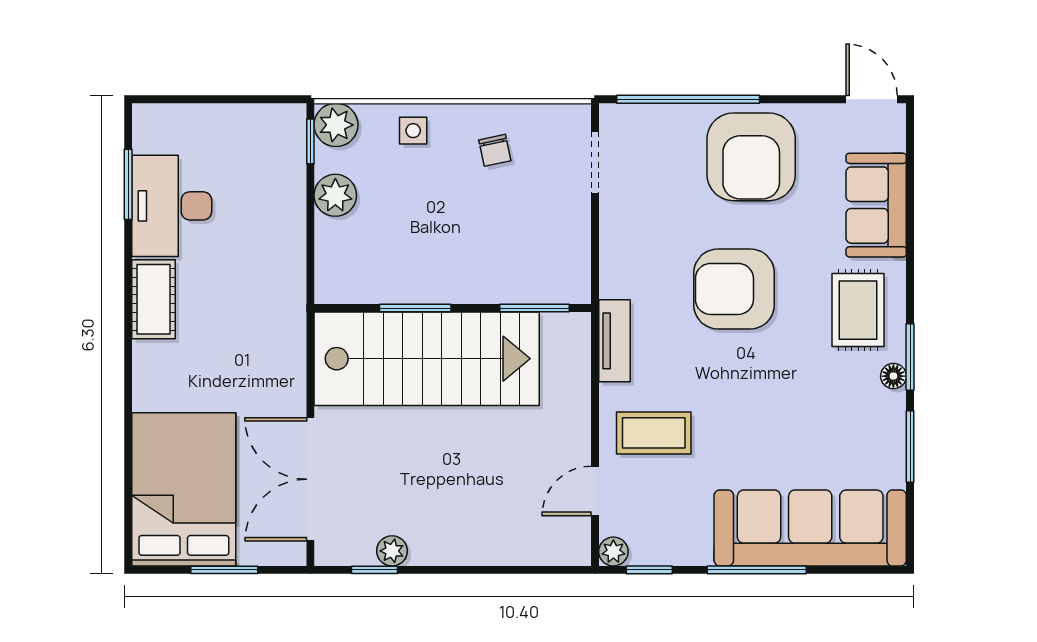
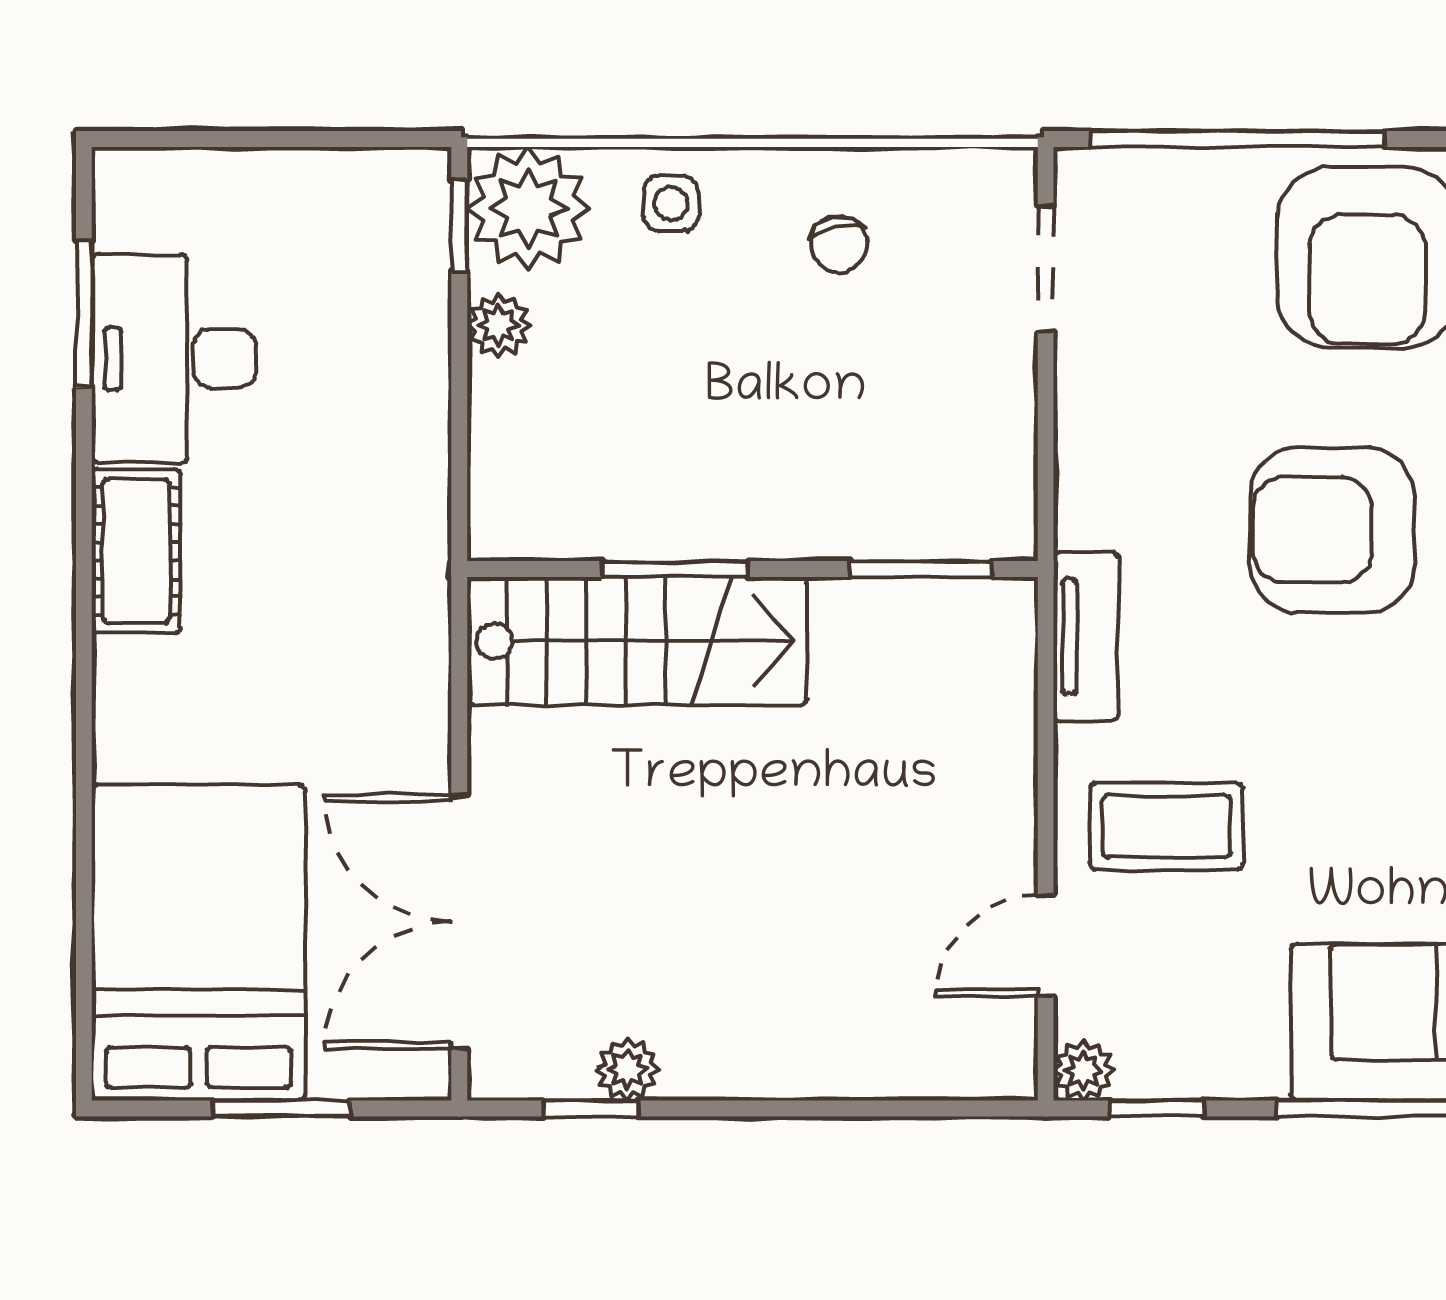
plant: (336, 125) -> (528, 208), width x1.36, depth x1.36
plant: (335, 195) -> (499, 325), width x0.73, depth x0.73
stairs: (427, 359) -> (637, 641), width x0.73, depth x0.66

